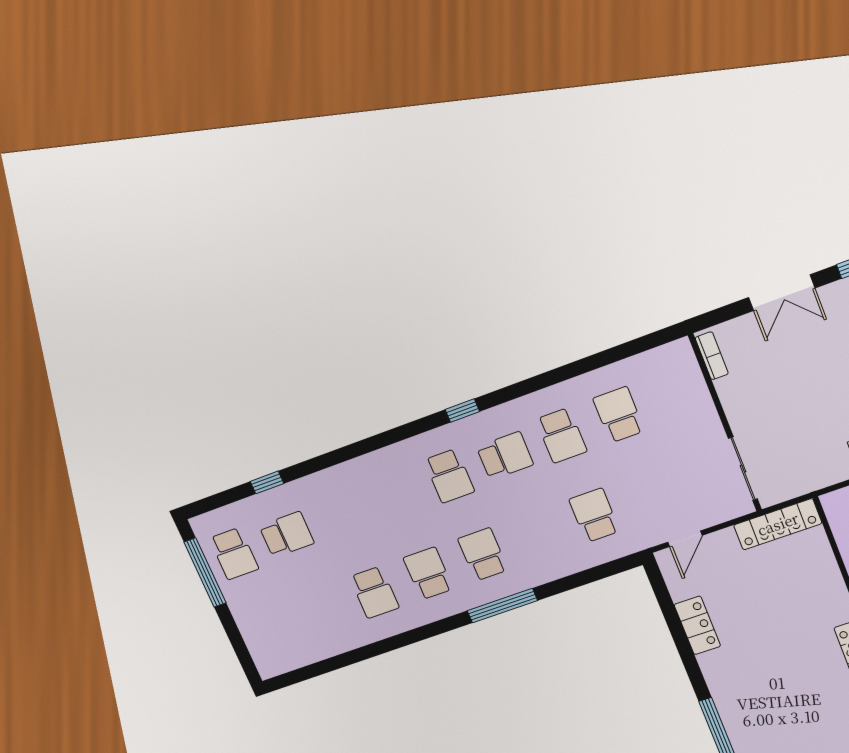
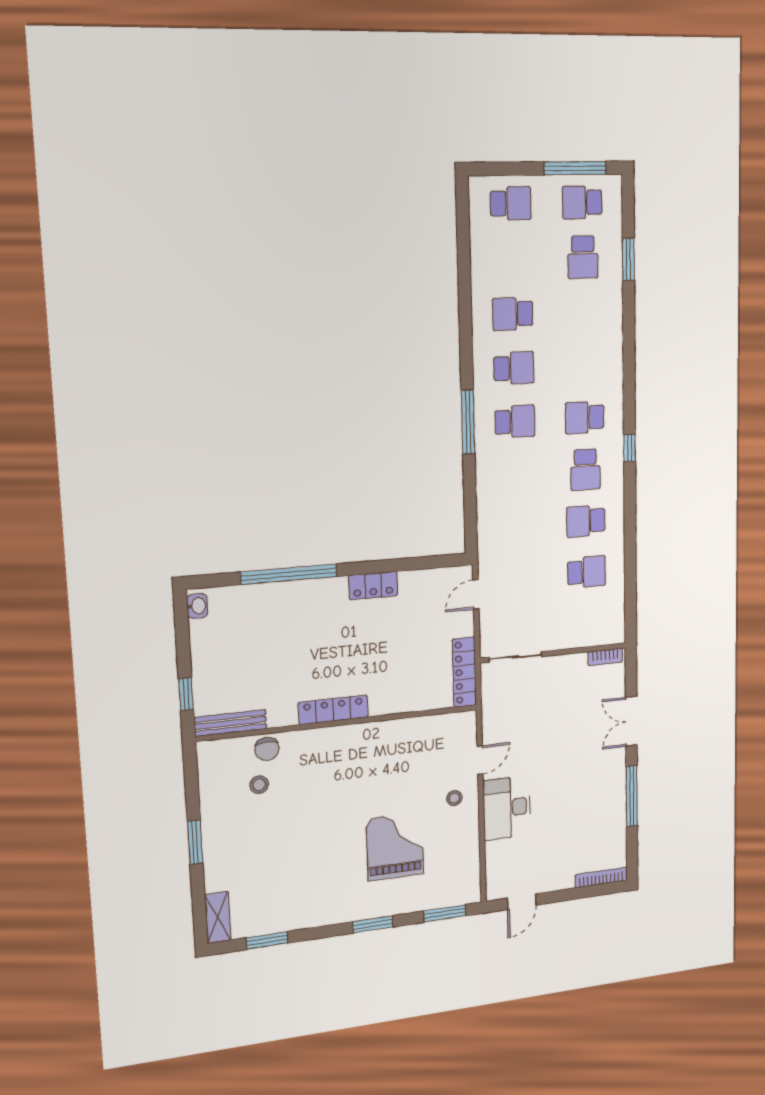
window: (267, 483) -> (628, 259), width x1.50
school desk: (594, 515) -> (511, 203), moved
door: (685, 539) -> (476, 594), hinge flipped
locker: (697, 625) -> (373, 586), moved

